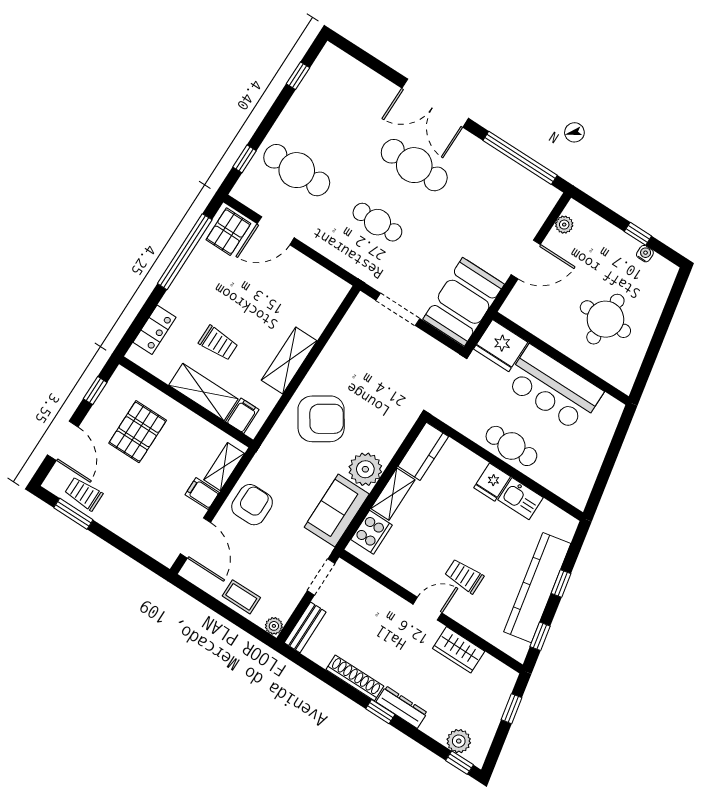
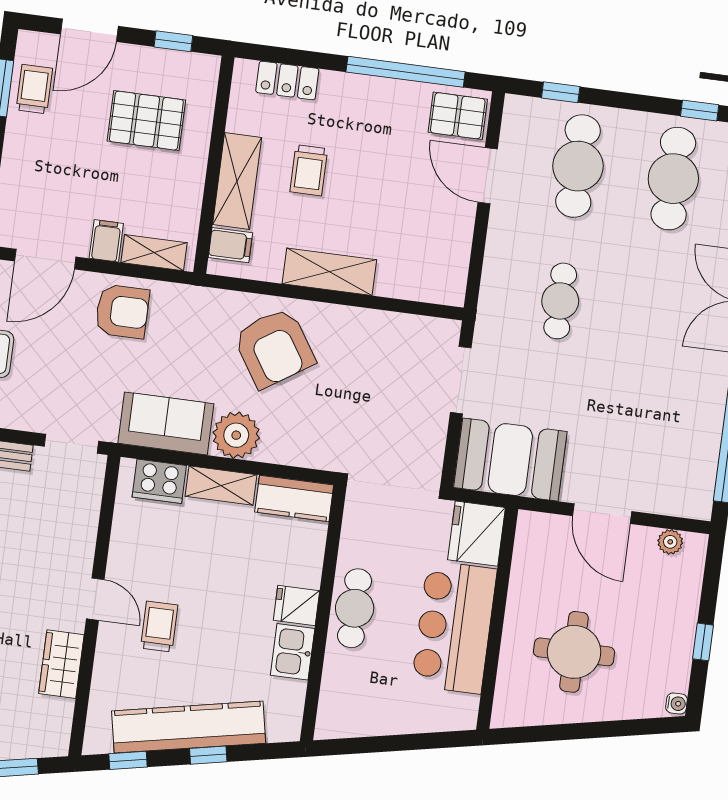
cafe table: (414, 165) -> (673, 179), moved
water cooler: (645, 254) -> (677, 703), moved

